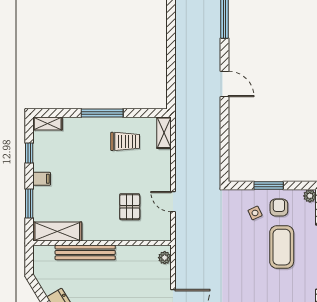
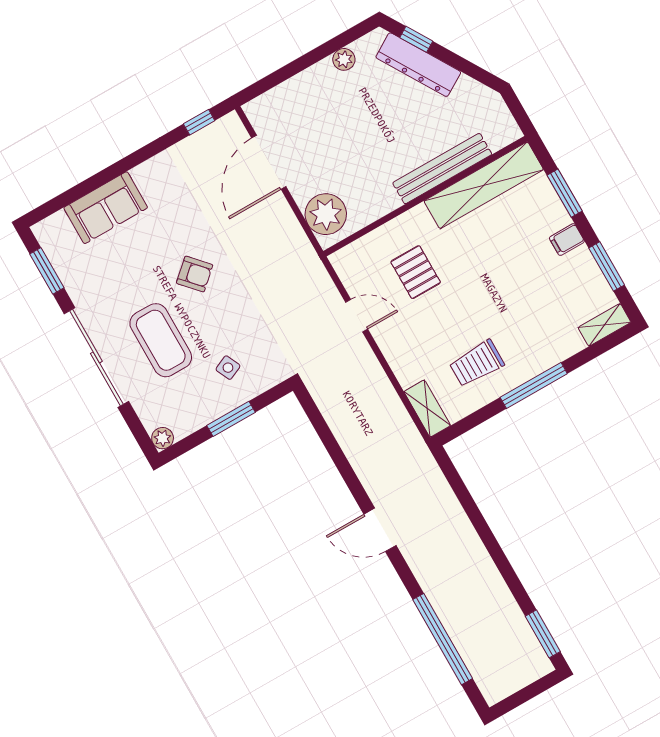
window: (29, 153) -> (607, 266), width x1.50
armchair: (279, 207) -> (195, 274), moved, turned -42
shelving: (57, 232) -> (484, 185), width x1.47
plant: (165, 258) -> (326, 214), width x1.88, depth x1.88

